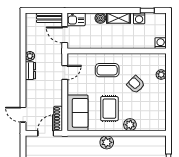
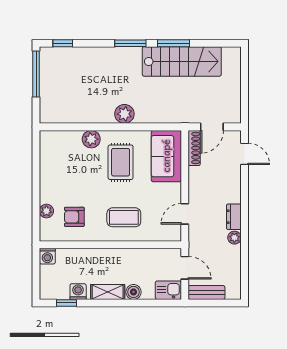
armchair: (136, 84) -> (74, 217), moved, turned 136

